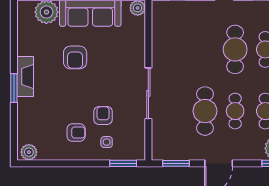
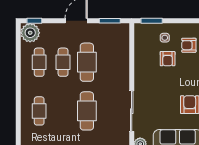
cafe table: (235, 49) -> (87, 111), moved
sliding door: (148, 93) -> (132, 111), moved

